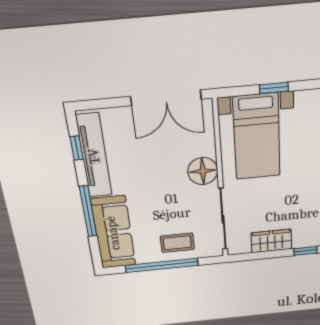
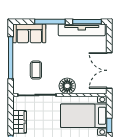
window: (77, 148) -> (87, 22), width x2.17
sofa: (113, 233) -> (29, 33), width x0.73
coffee table: (177, 243) -> (36, 70), moved

